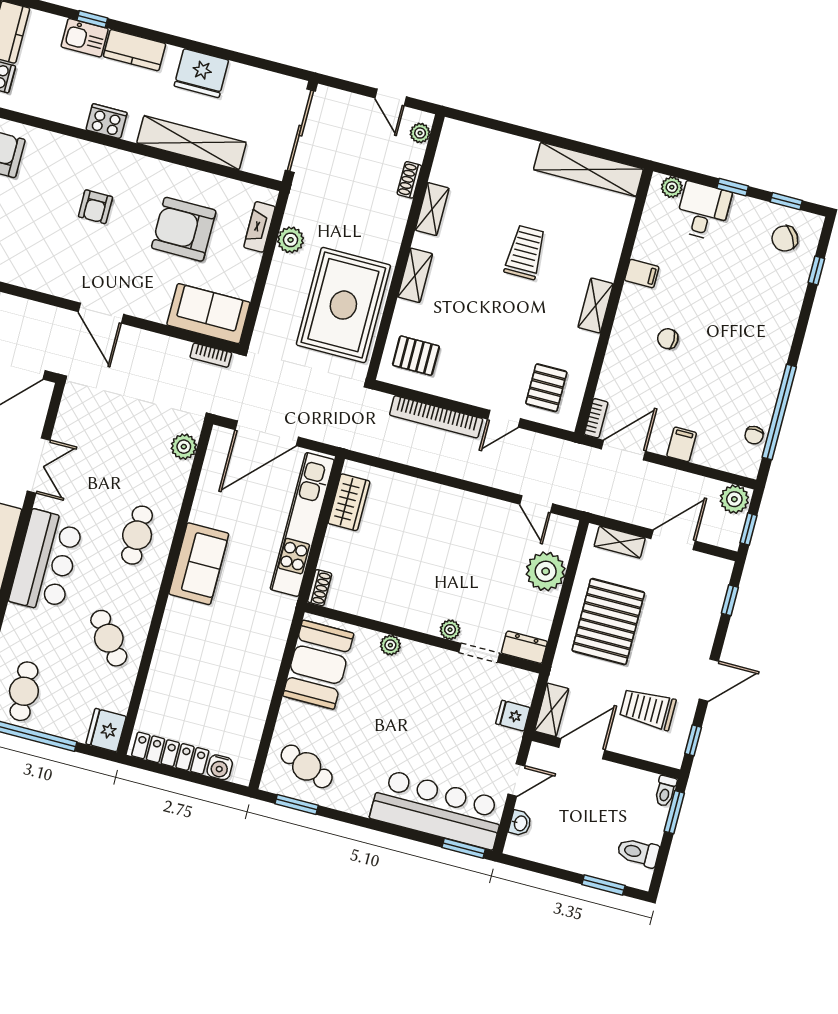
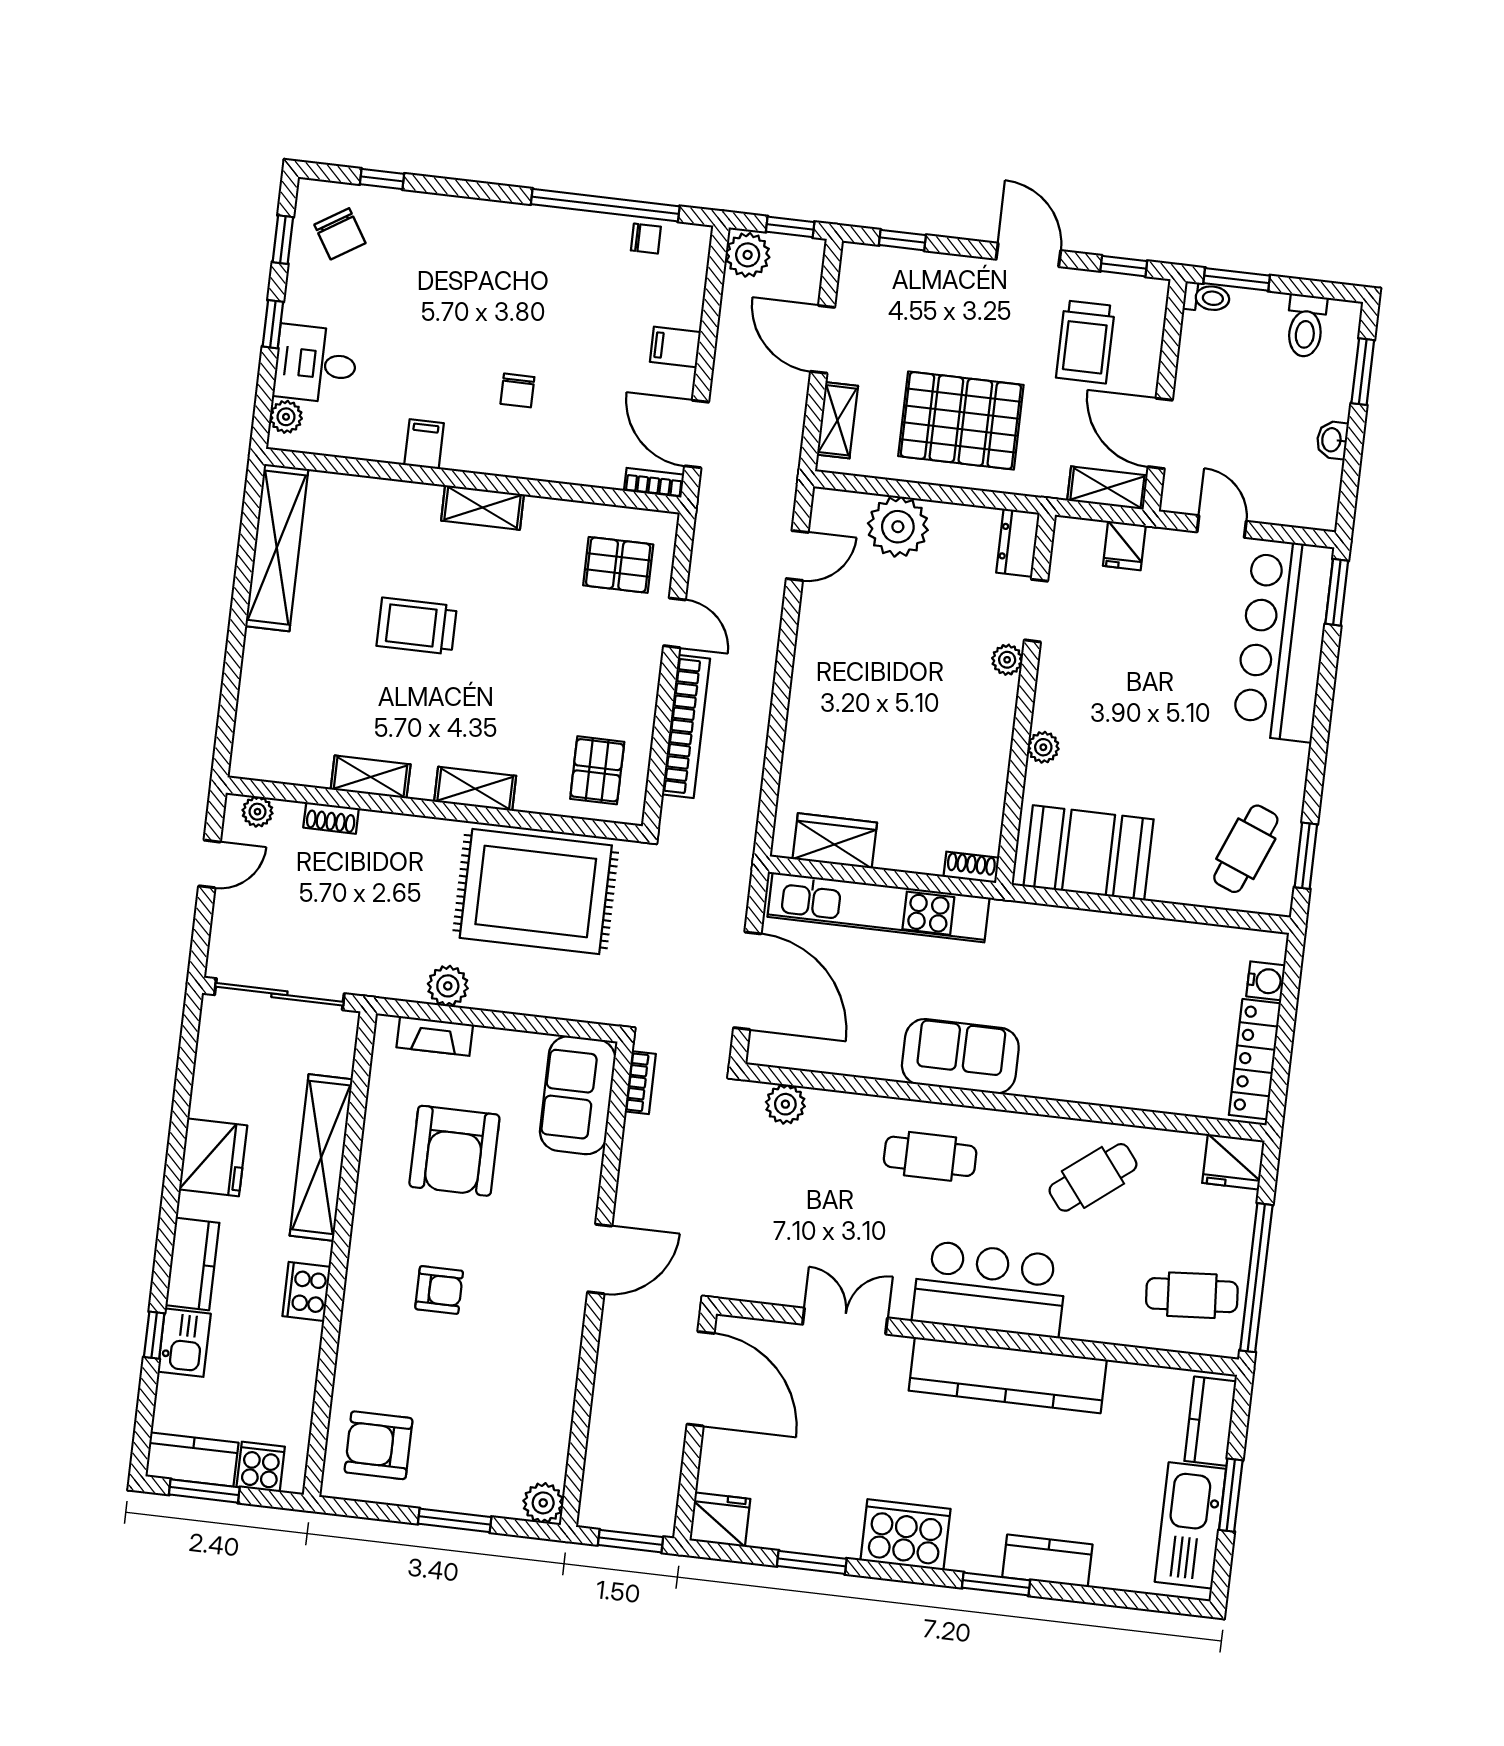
washbasin: (520, 823) -> (1332, 440), moved, turned -90

